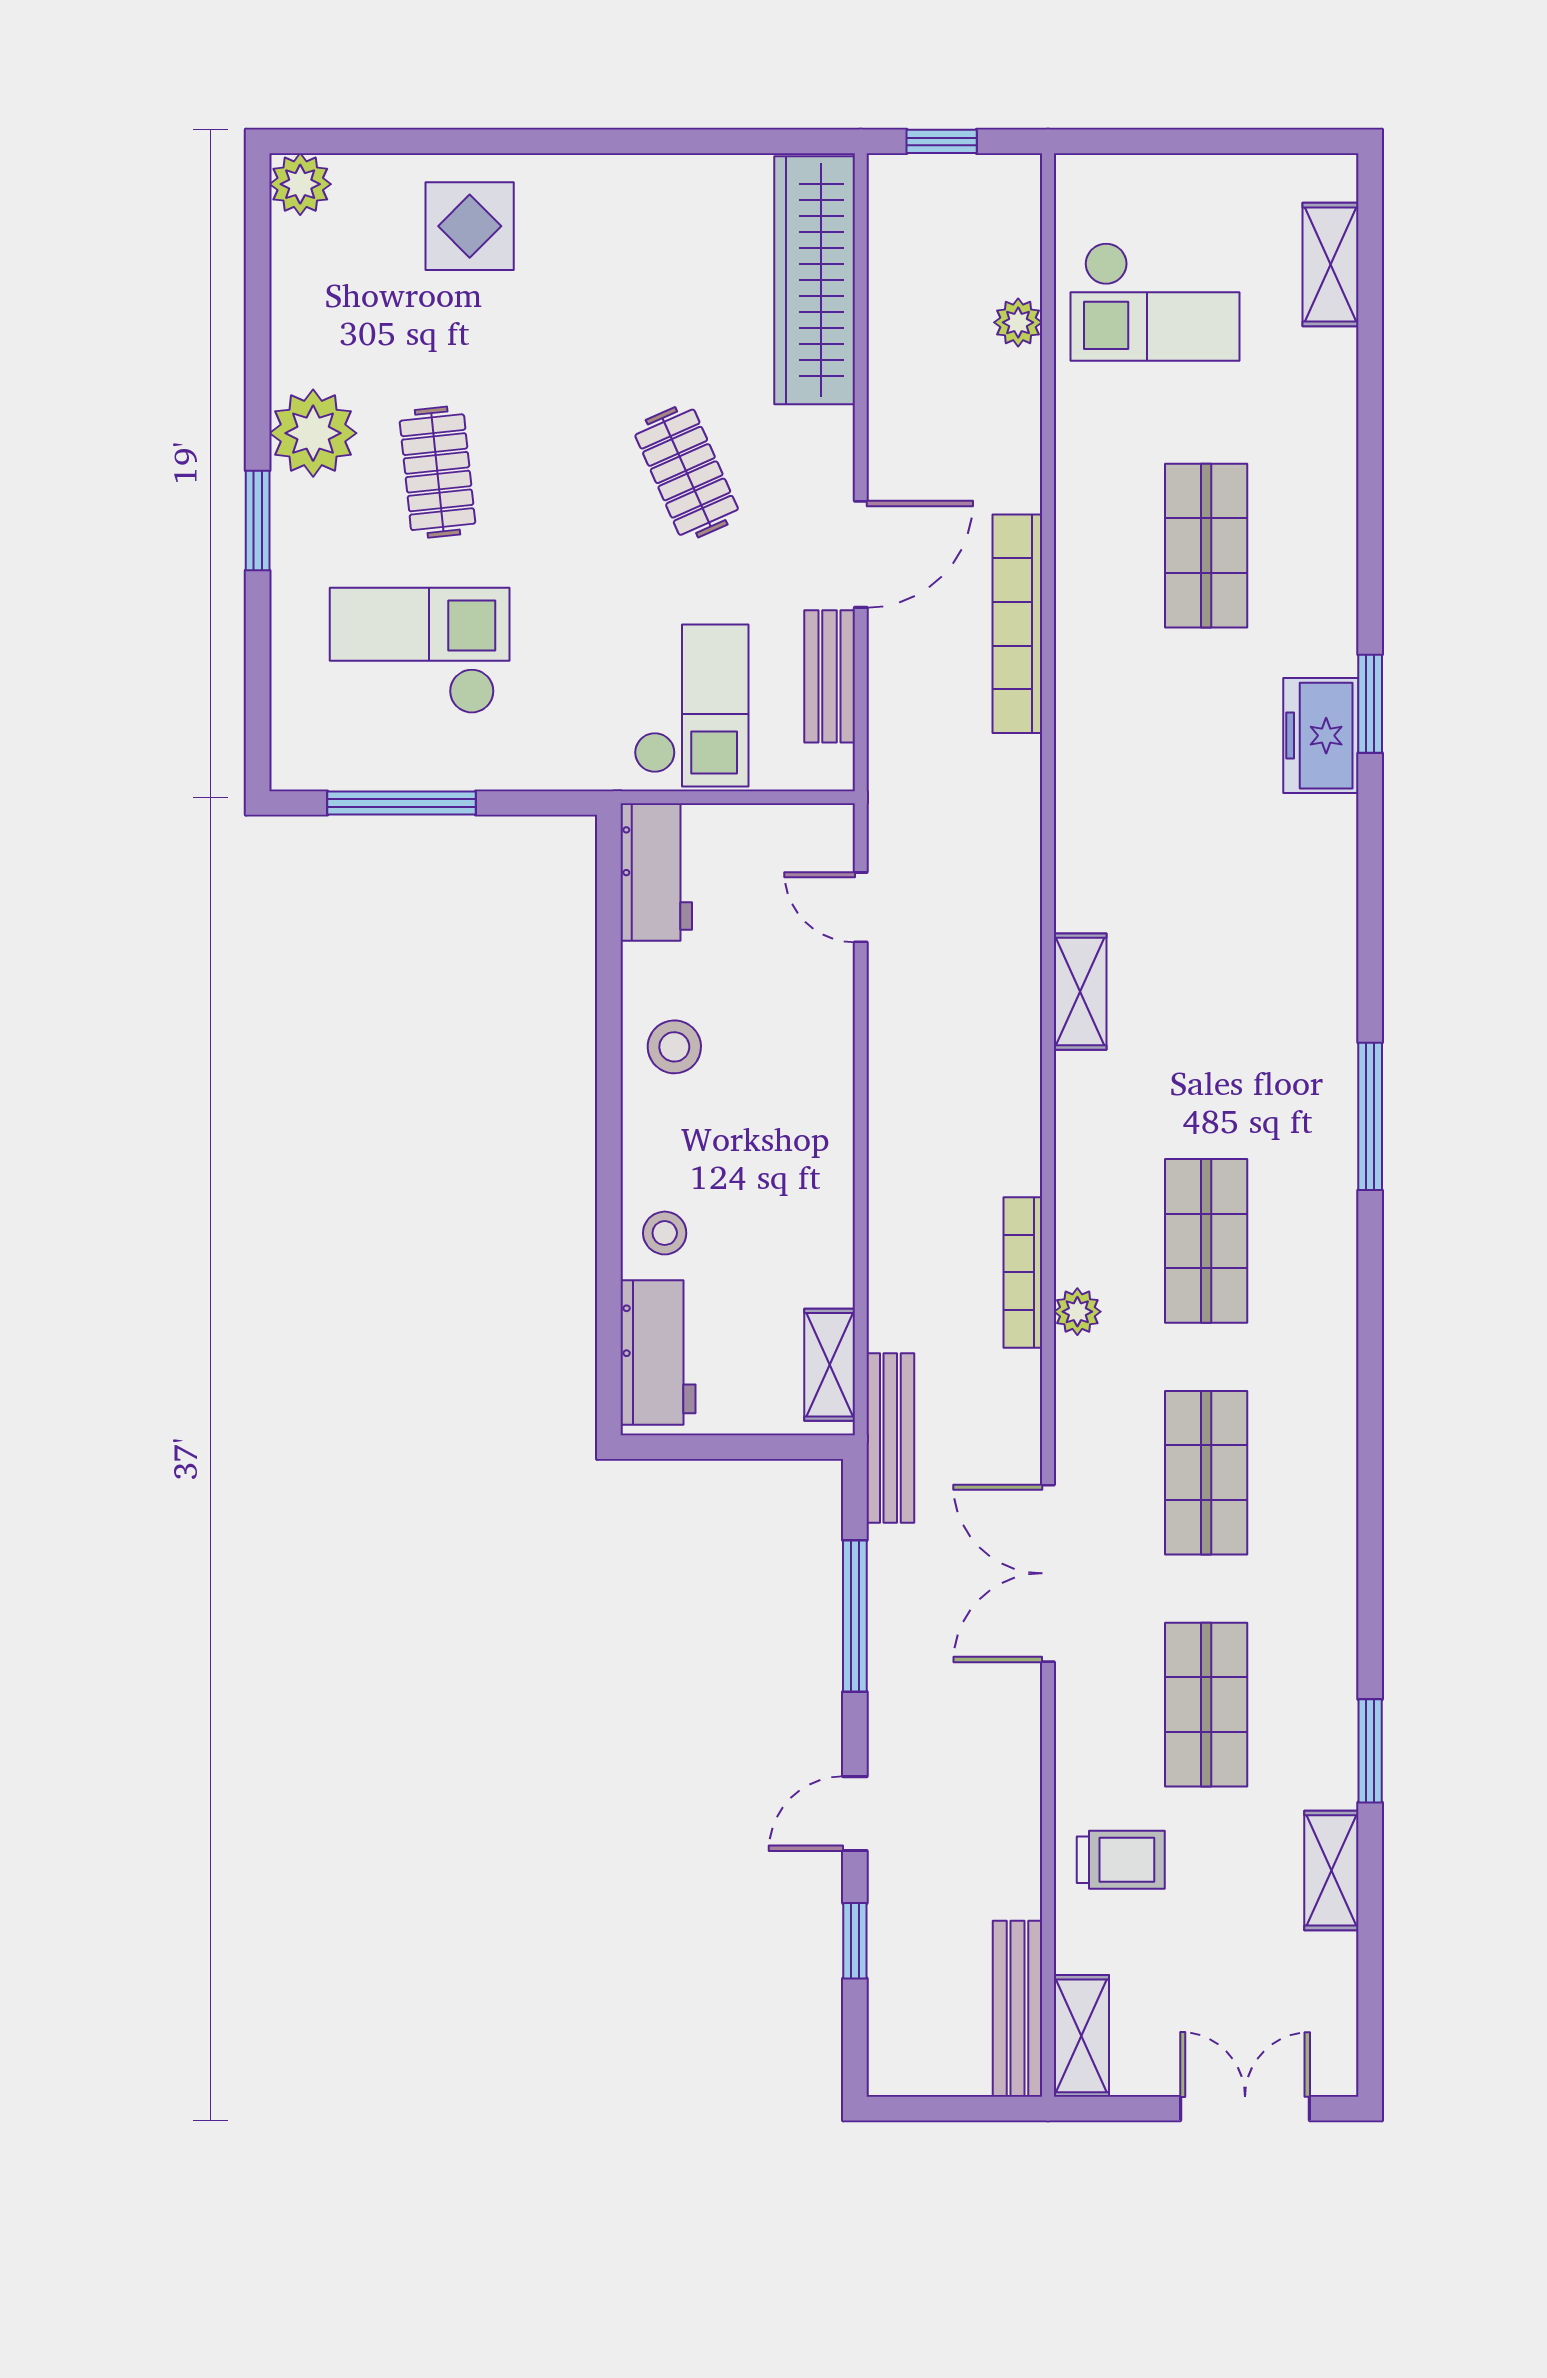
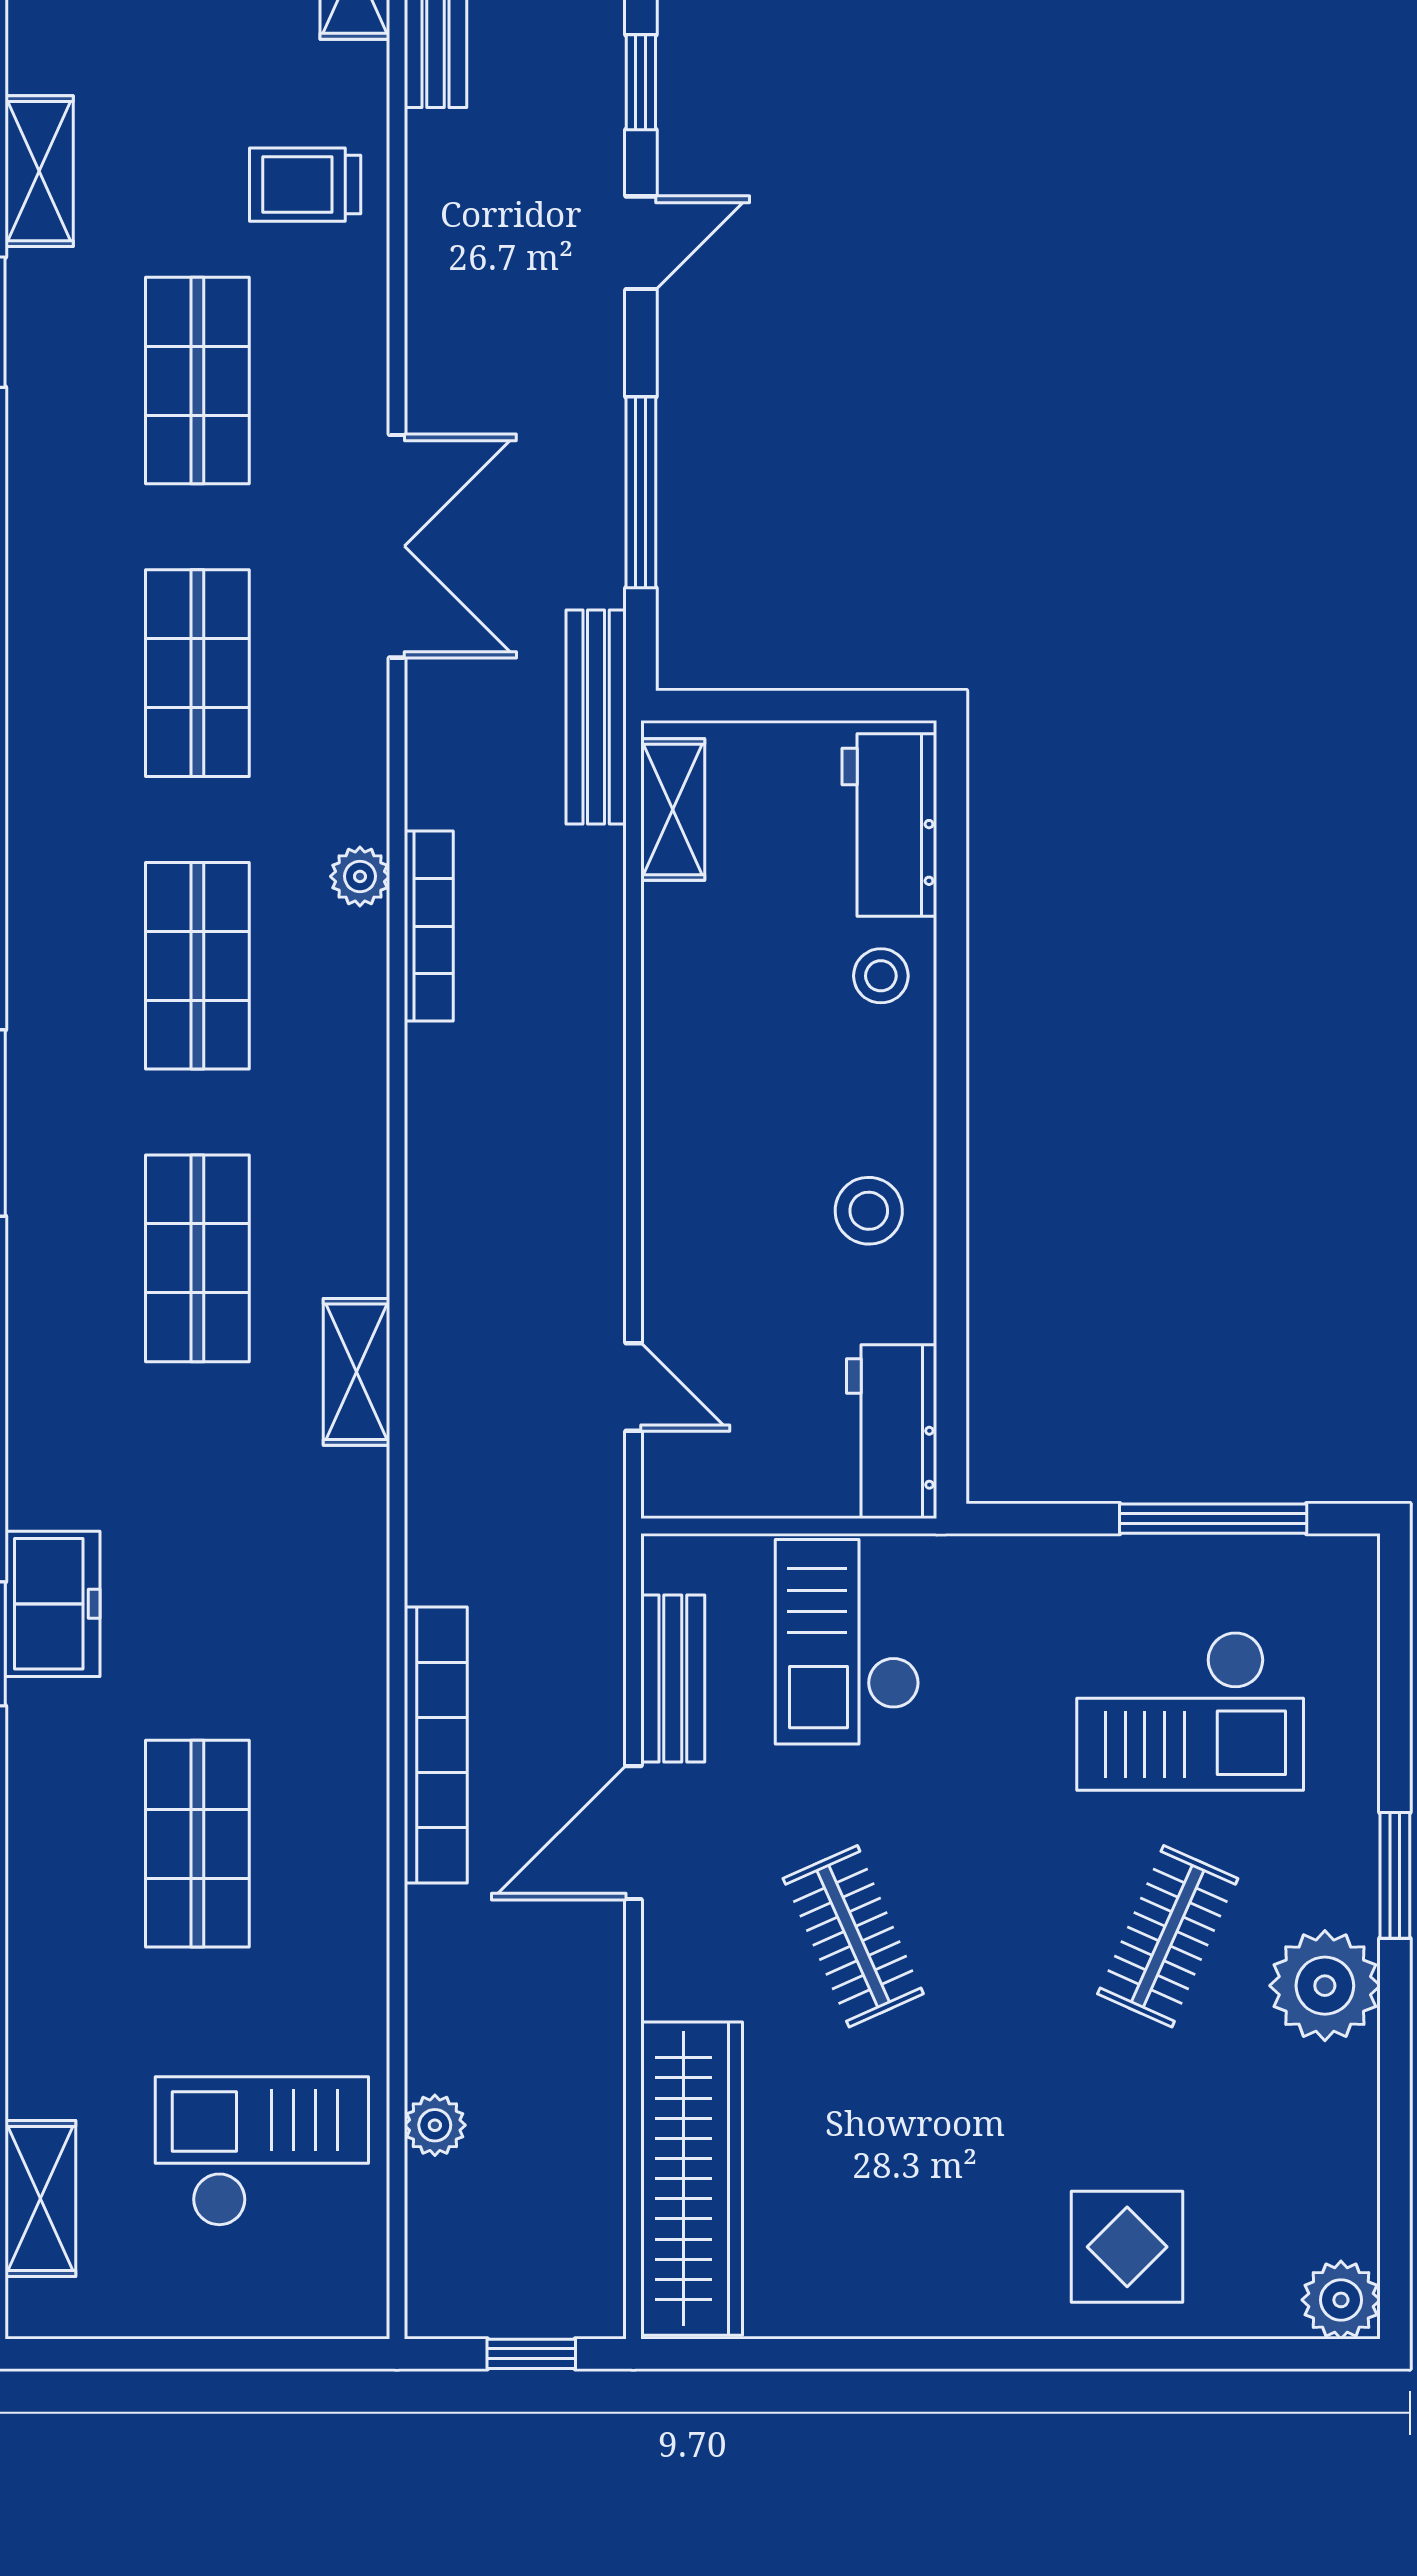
clothes rail: (437, 472) -> (1168, 1936), turned 30
shelving: (1080, 992) -> (356, 1372), moved
shop shelf: (1206, 1009) -> (197, 1258), added

